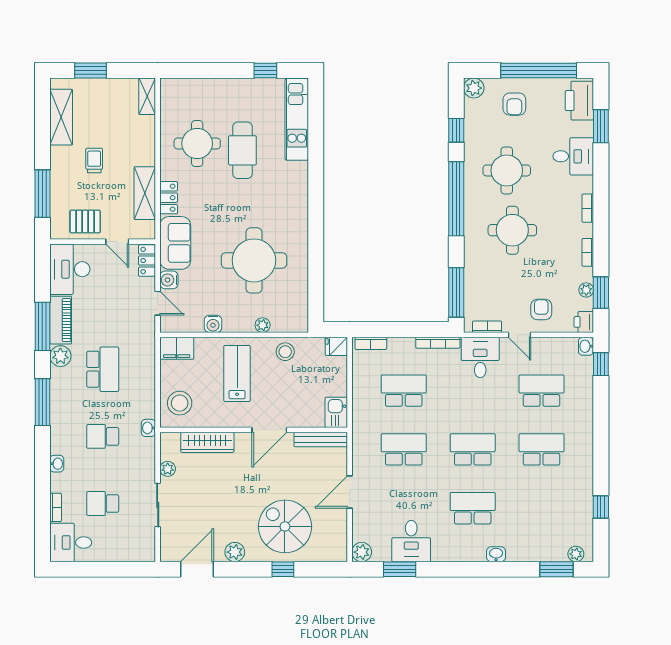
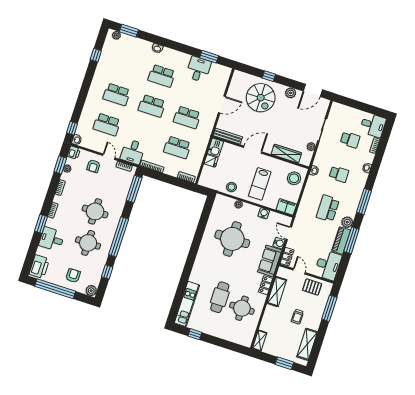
window: (601, 126) -> (41, 224), moved
fridge: (336, 346) -> (211, 161), moved
plant: (362, 552) -> (226, 72), removed

